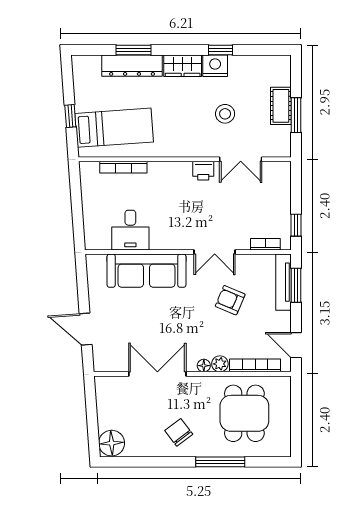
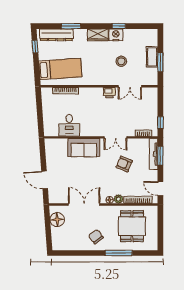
dresser: (132, 66) -> (56, 35), moved
window: (70, 116) -> (35, 46), moved
sofa: (146, 271) -> (84, 148), width x0.73
floor lamp: (112, 443) -> (57, 220), moved

